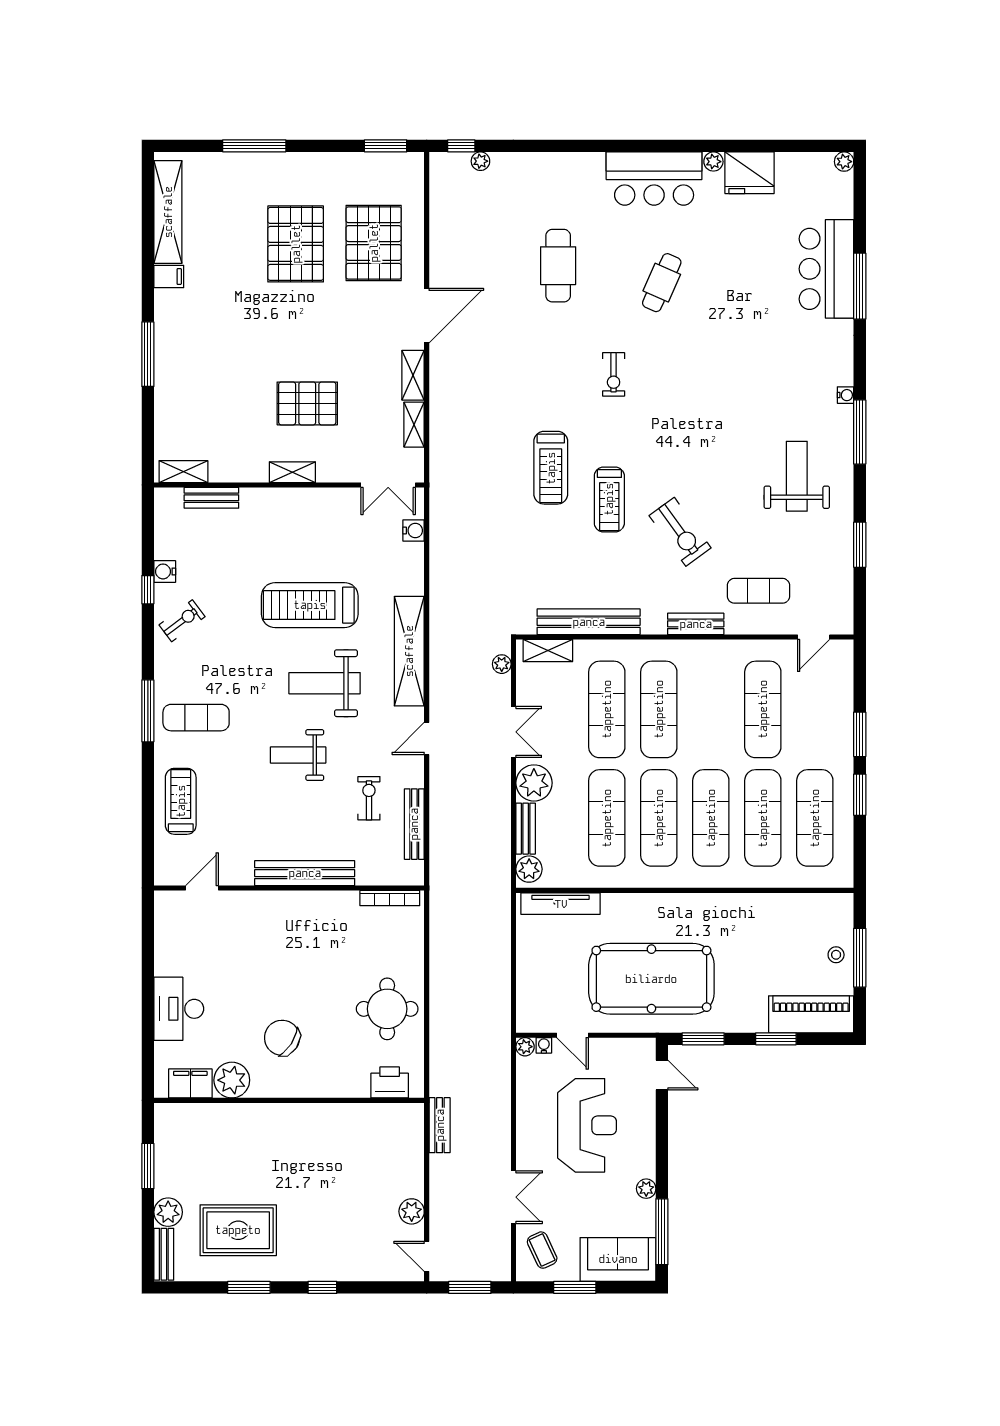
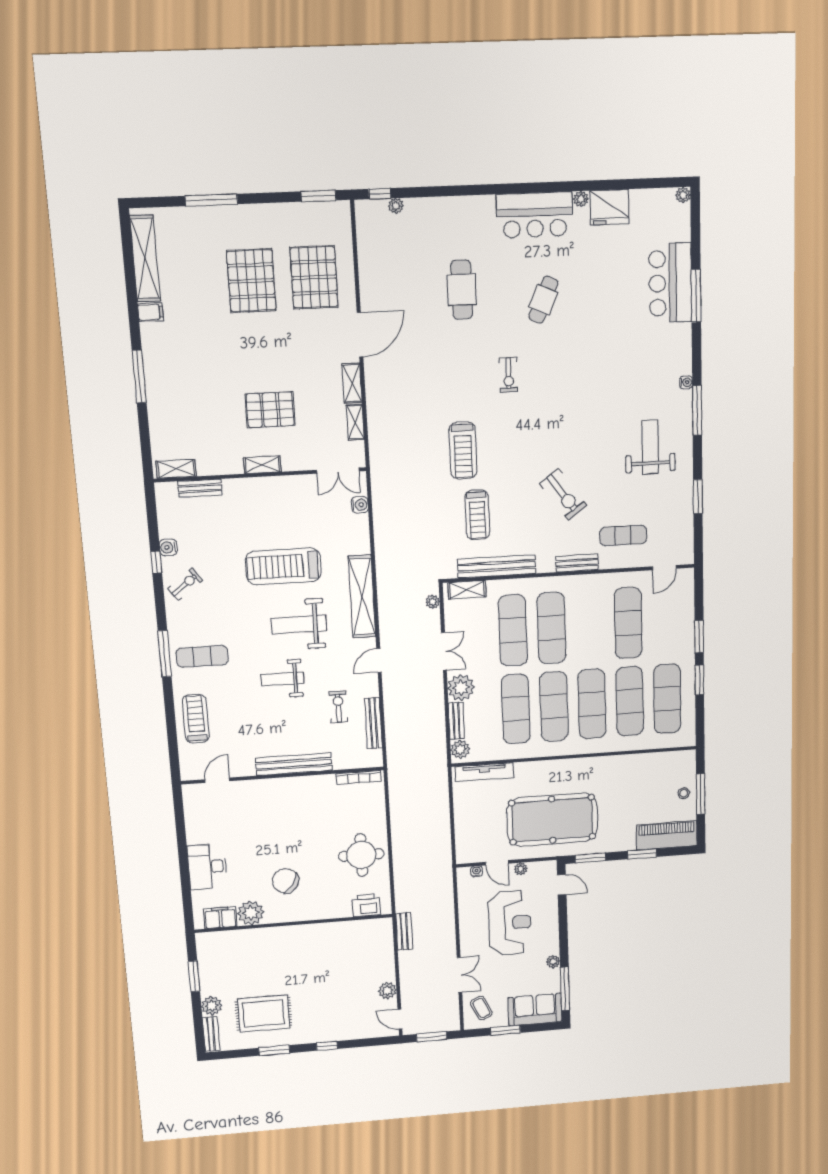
treadmill: (609, 499) -> (477, 515), moved
plant: (525, 1047) -> (521, 869), moved

